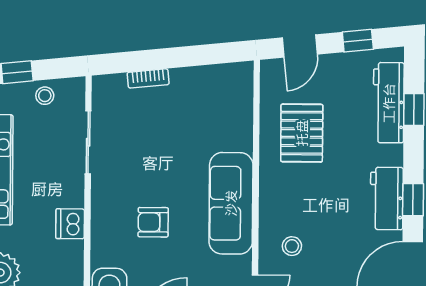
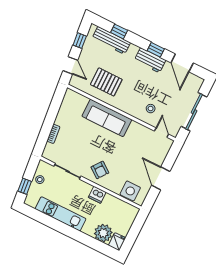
sofa: (231, 203) -> (107, 118), moved
armchair: (153, 222) -> (100, 170), moved, turned -53

